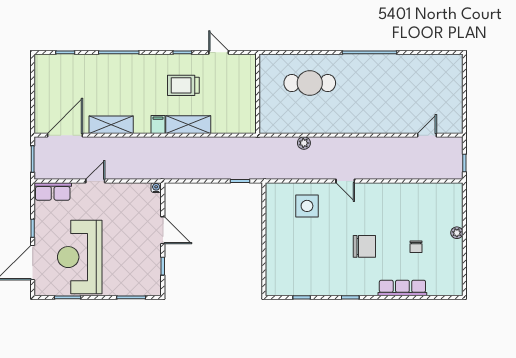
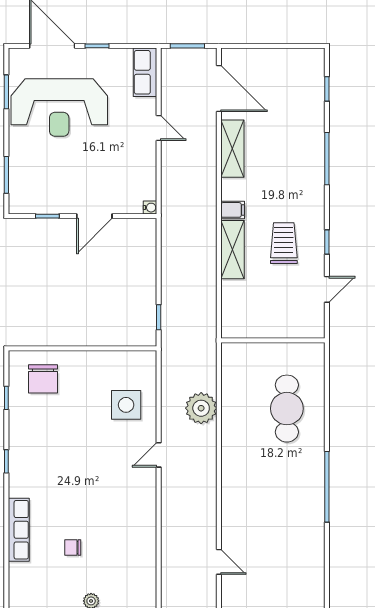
plant: (304, 143) -> (201, 408), width x1.88, depth x1.88
chair: (364, 246) -> (43, 379), moved
reception desk: (80, 257) -> (59, 108), turned 180

